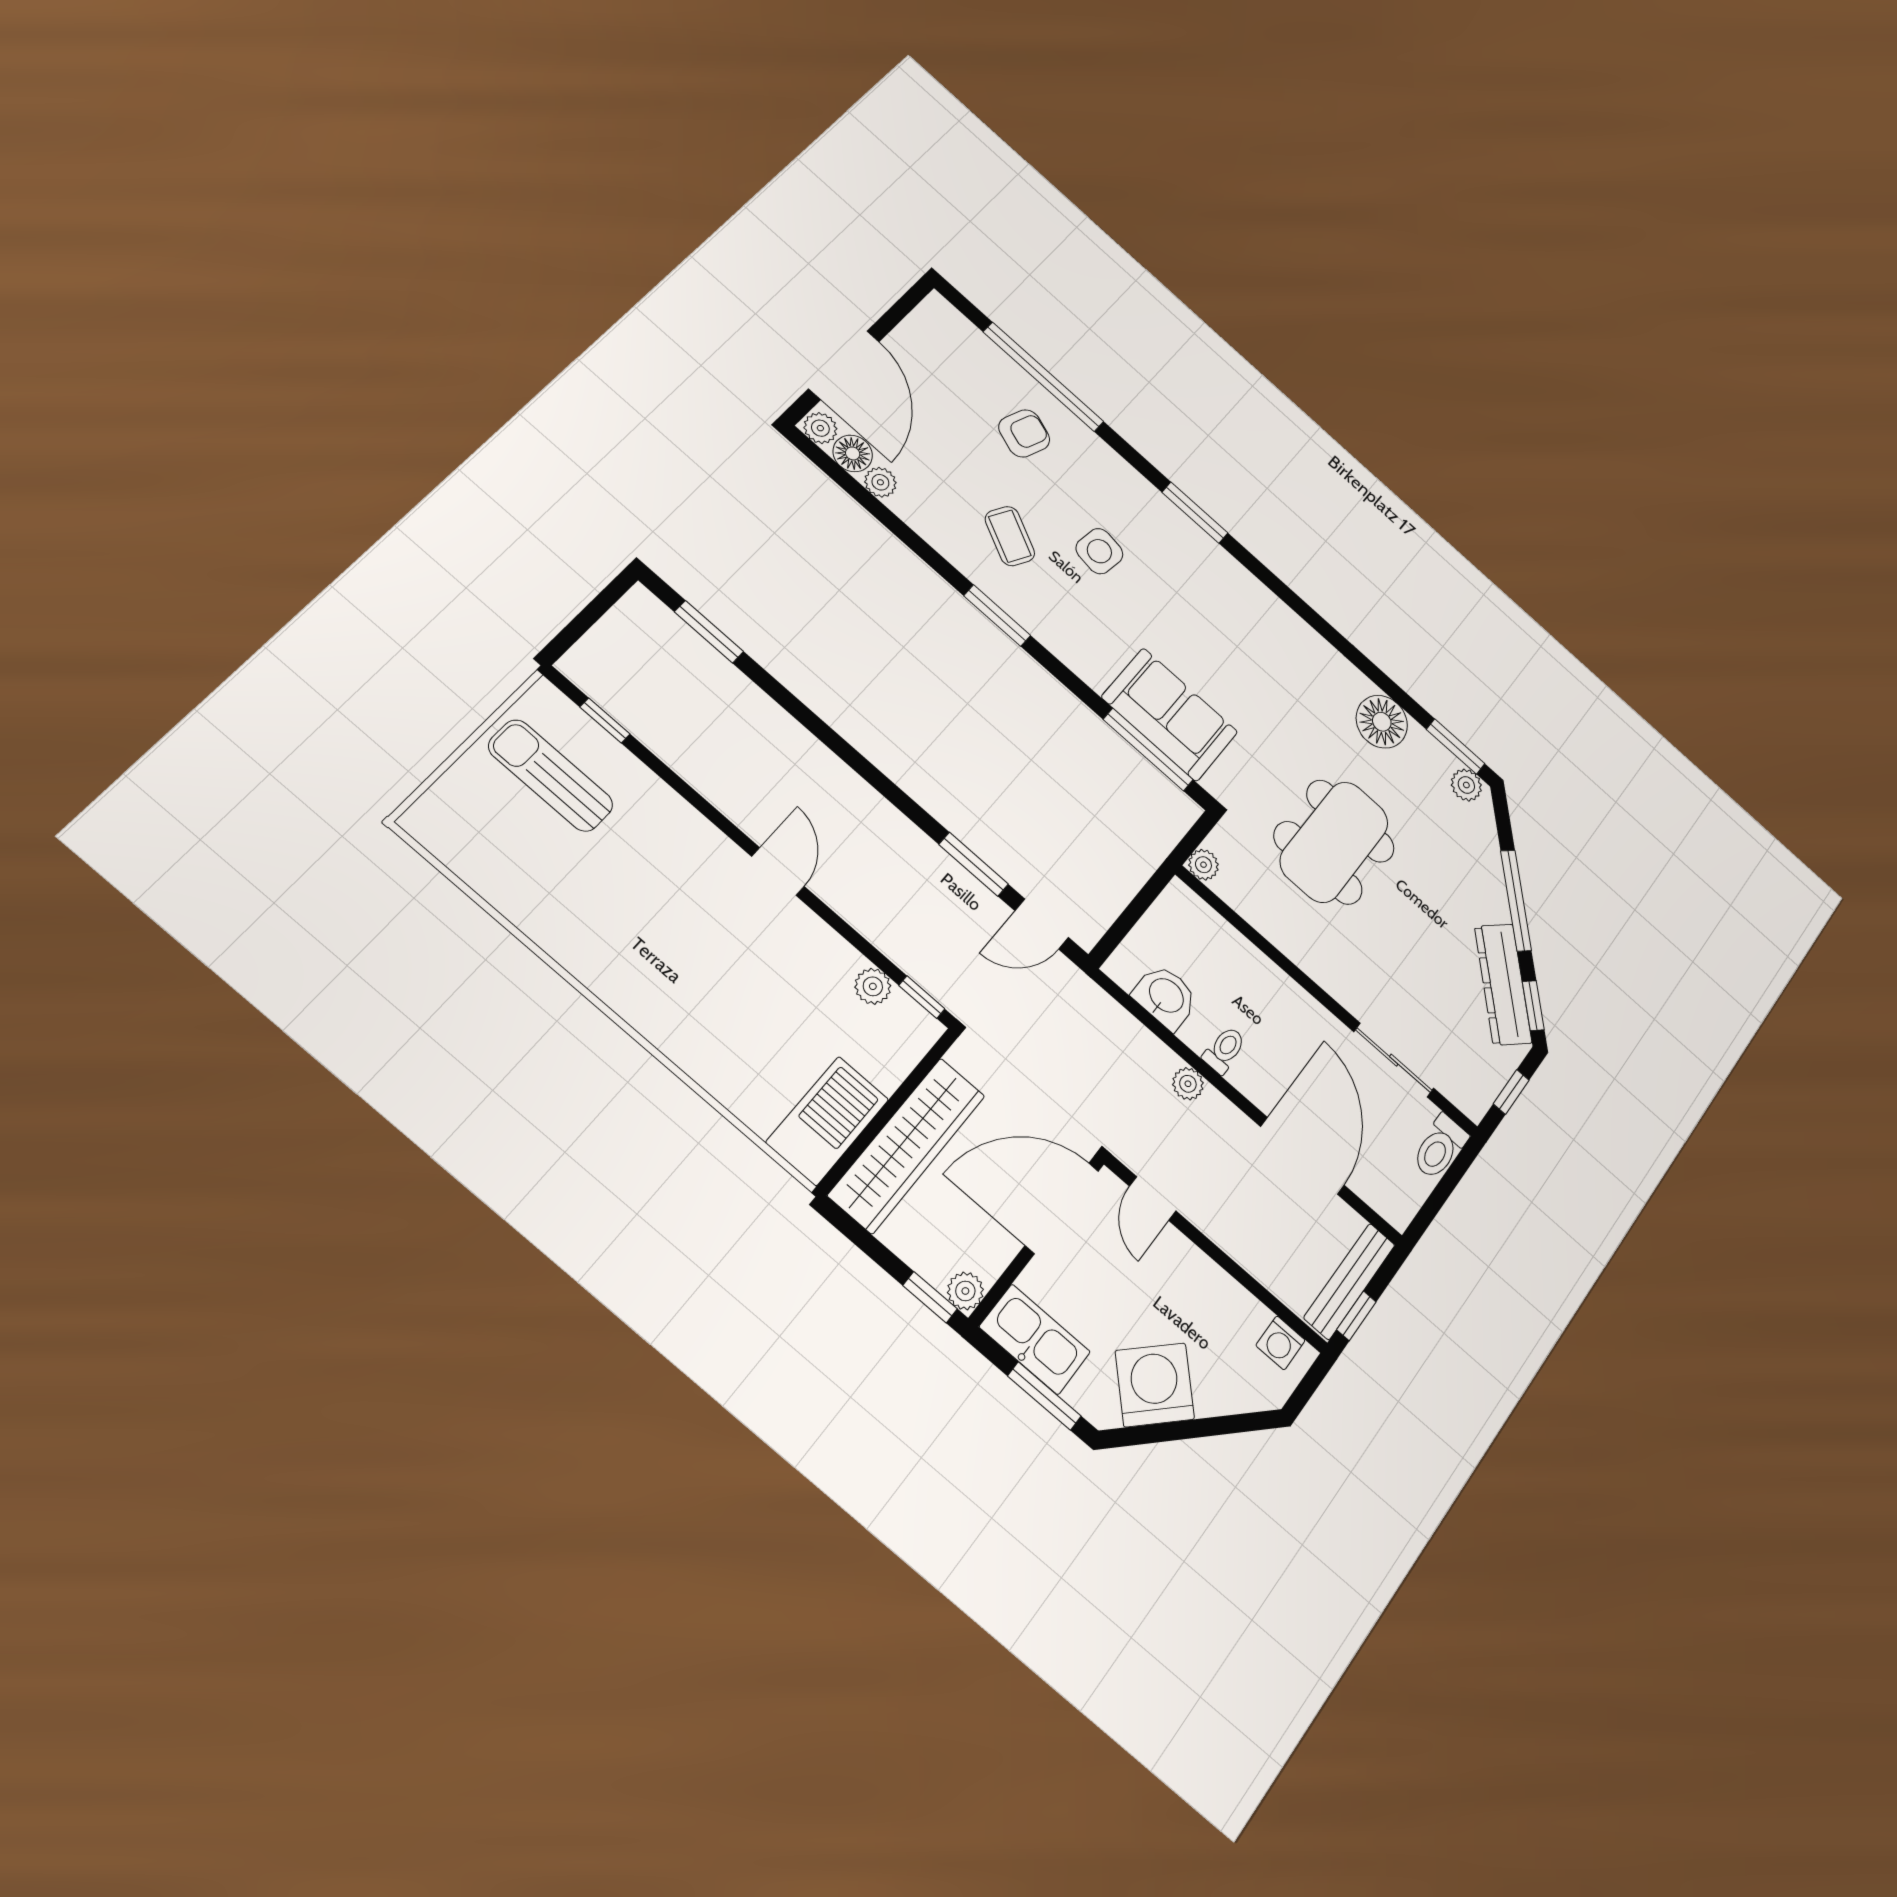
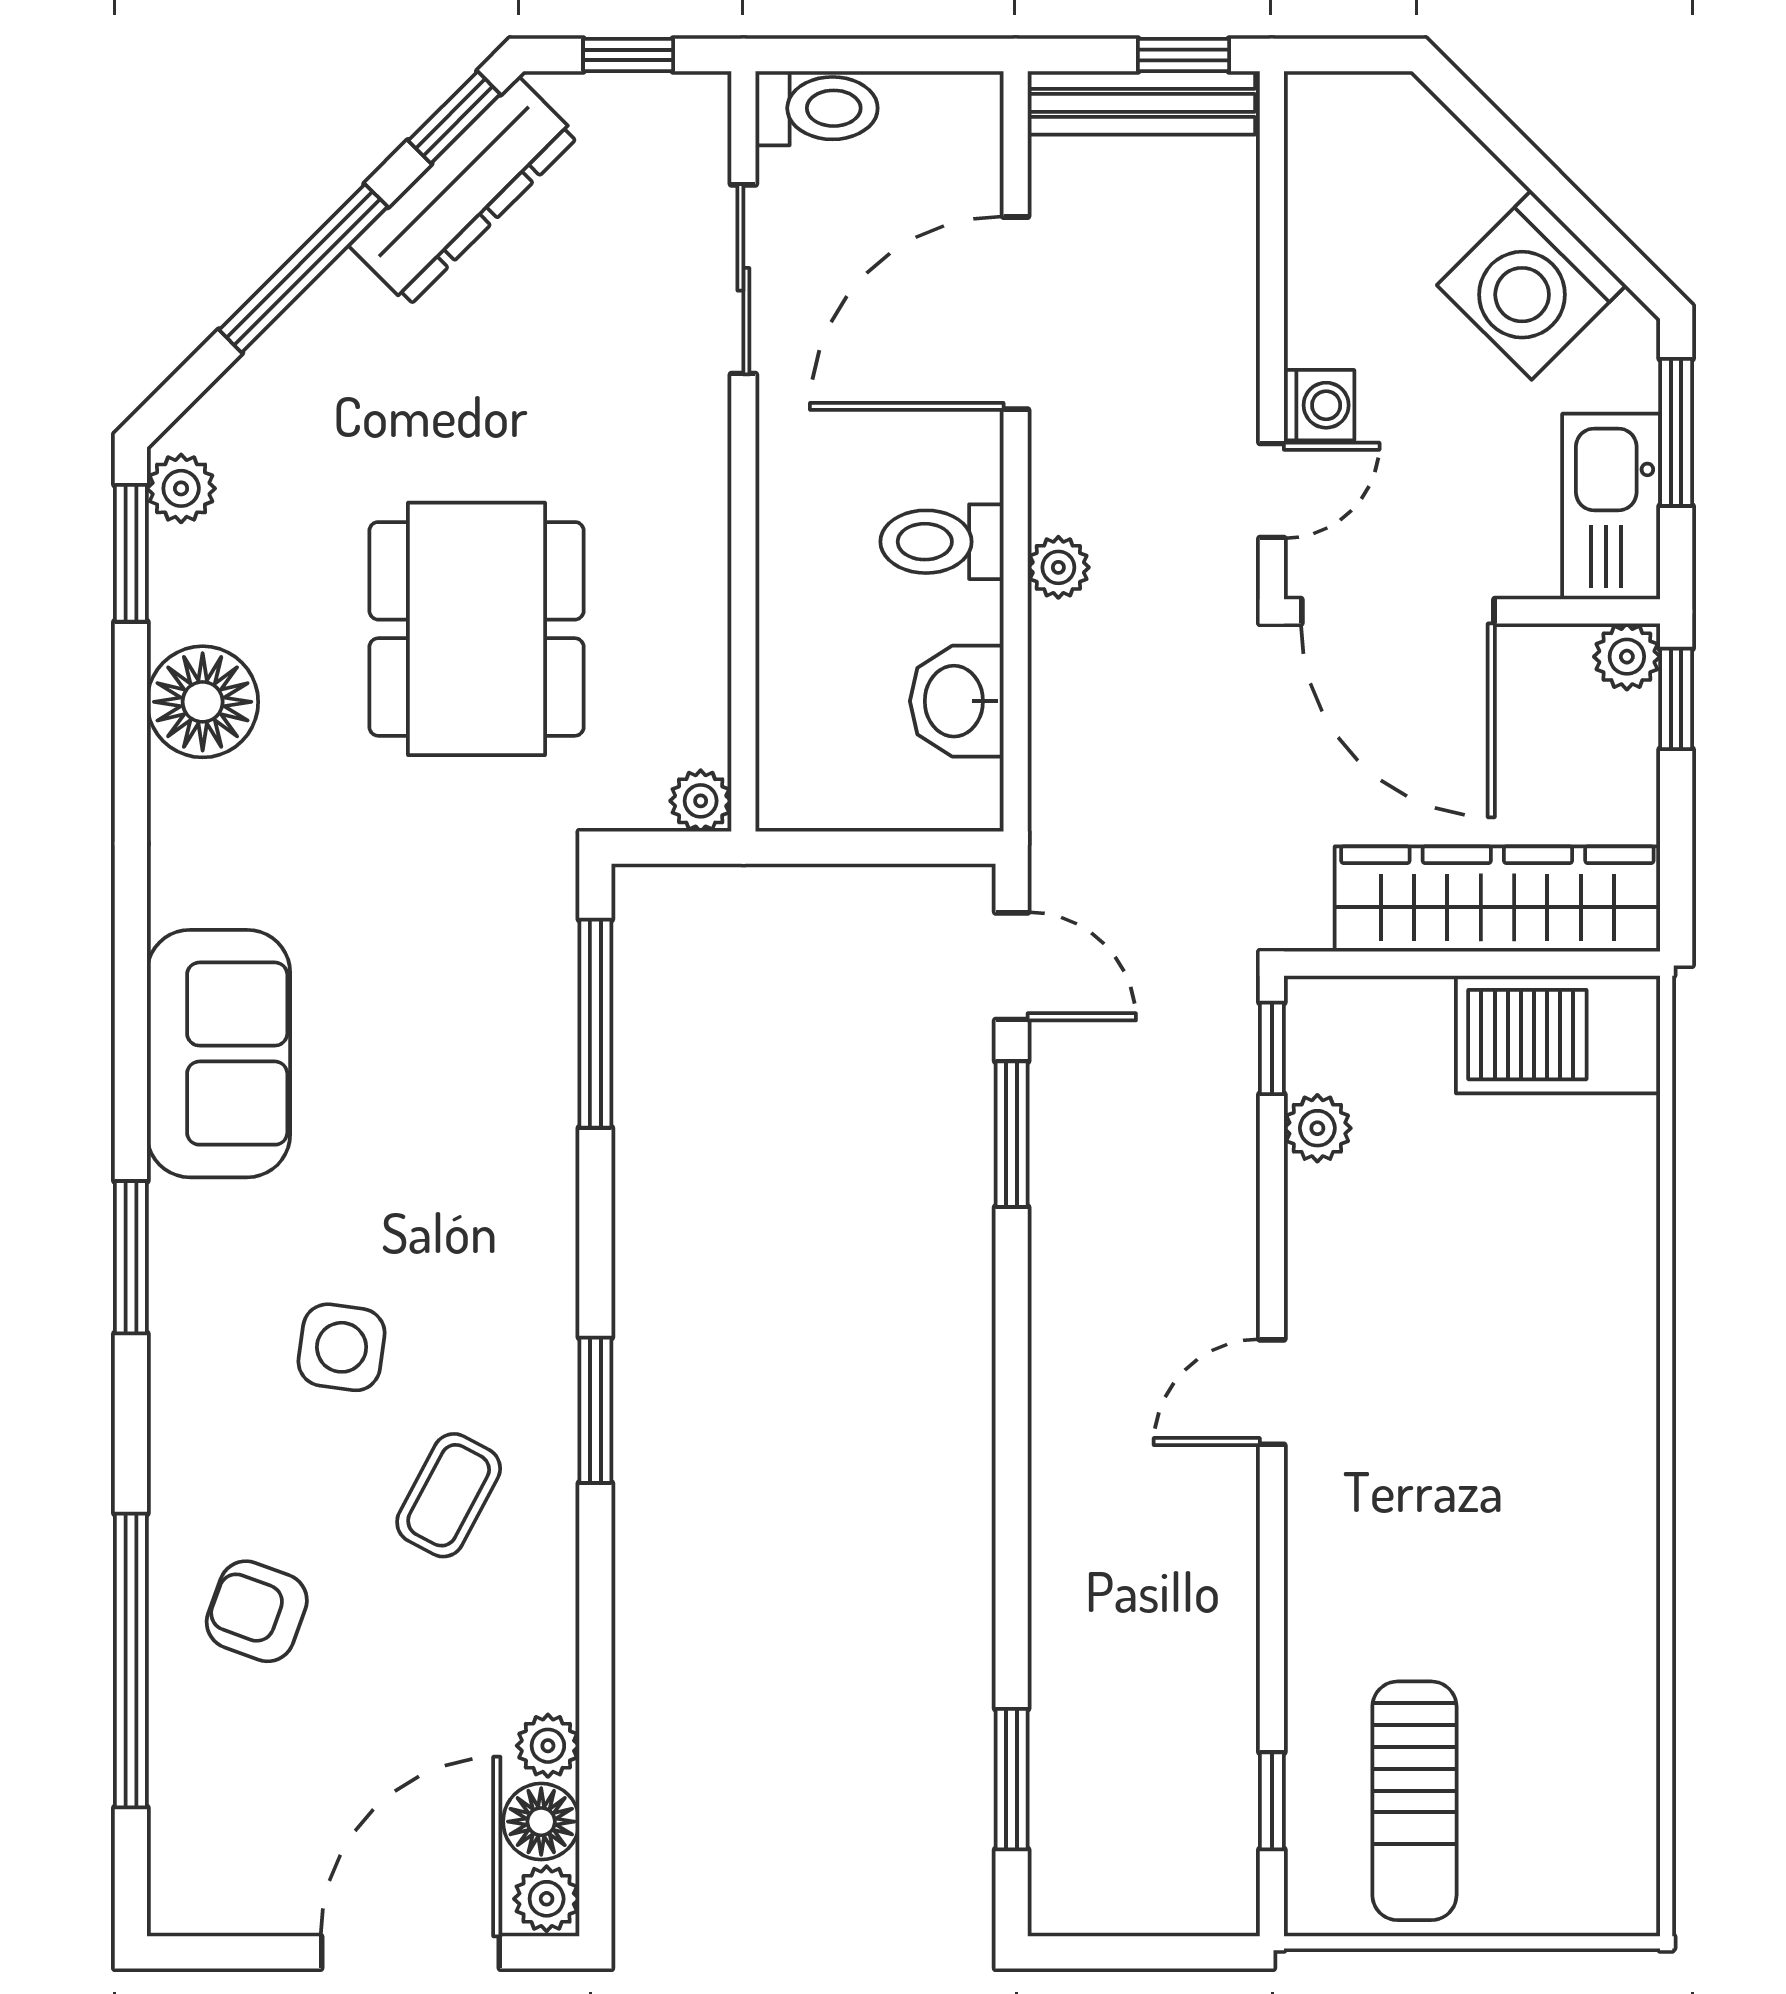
sofa: (1170, 715) -> (219, 1054), moved, turned 180
dining table: (1334, 842) -> (477, 629), turned 90
toilet: (1224, 1050) -> (942, 542), width x1.37, depth x1.39
washing machine: (1280, 1343) -> (1319, 405), moved

